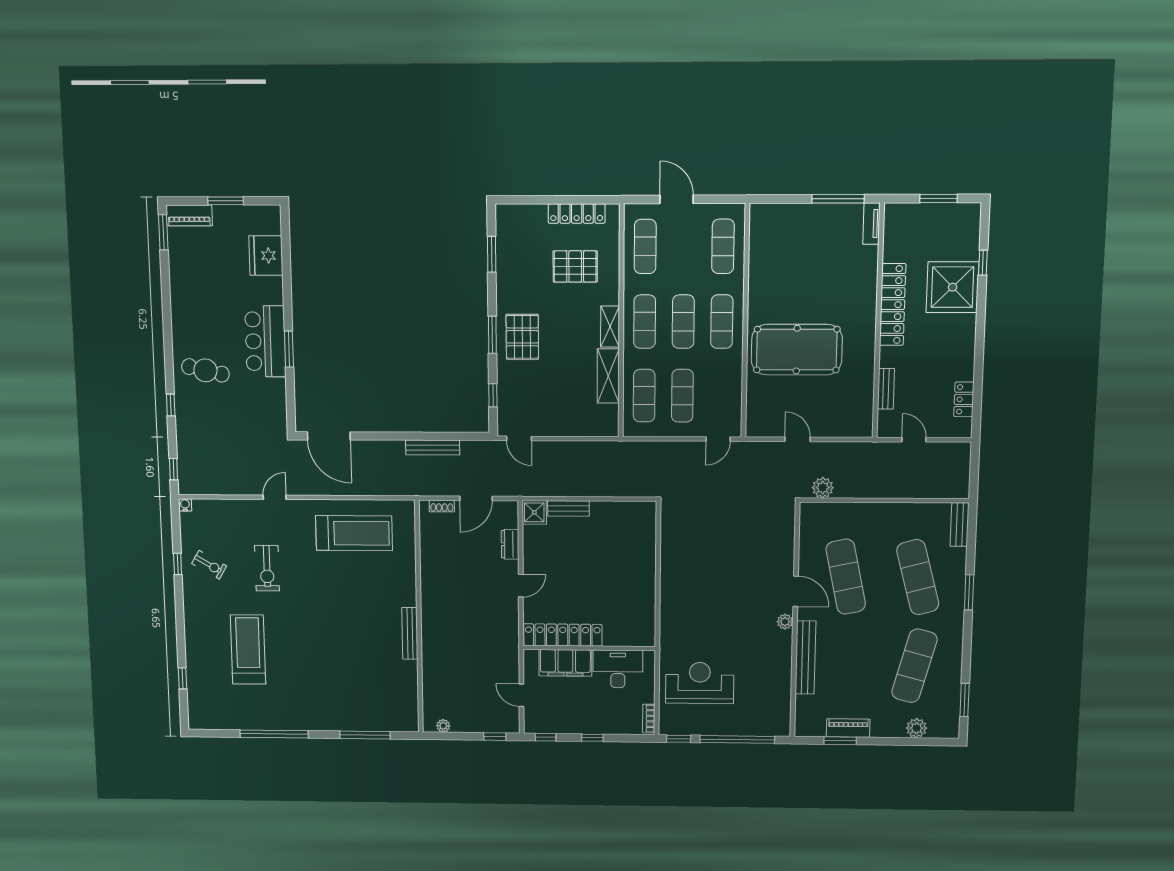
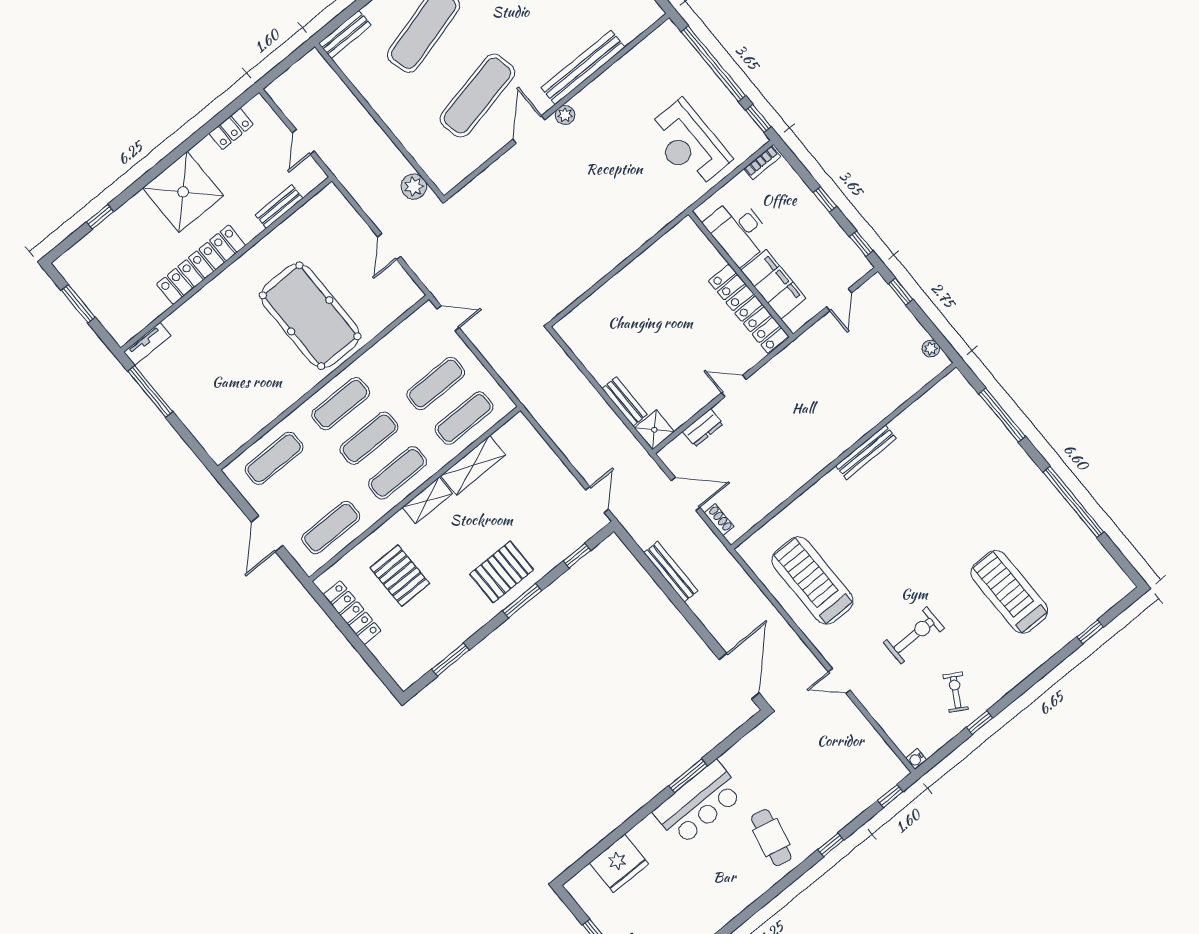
shower: (953, 287) -> (183, 192), moved
treadmill: (248, 650) -> (1009, 592), turned 90

